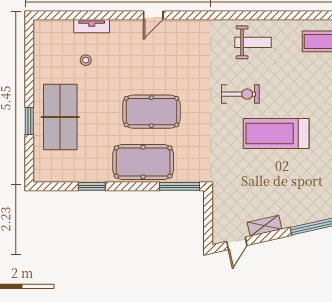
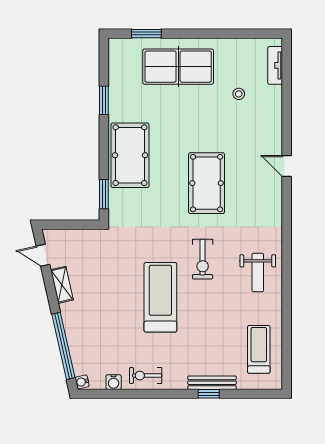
tv unit: (92, 26) -> (275, 65), moved
pool table: (151, 112) -> (207, 183), moved
window: (29, 121) -> (146, 34), moved
window: (179, 186) -> (104, 194), width x0.69

